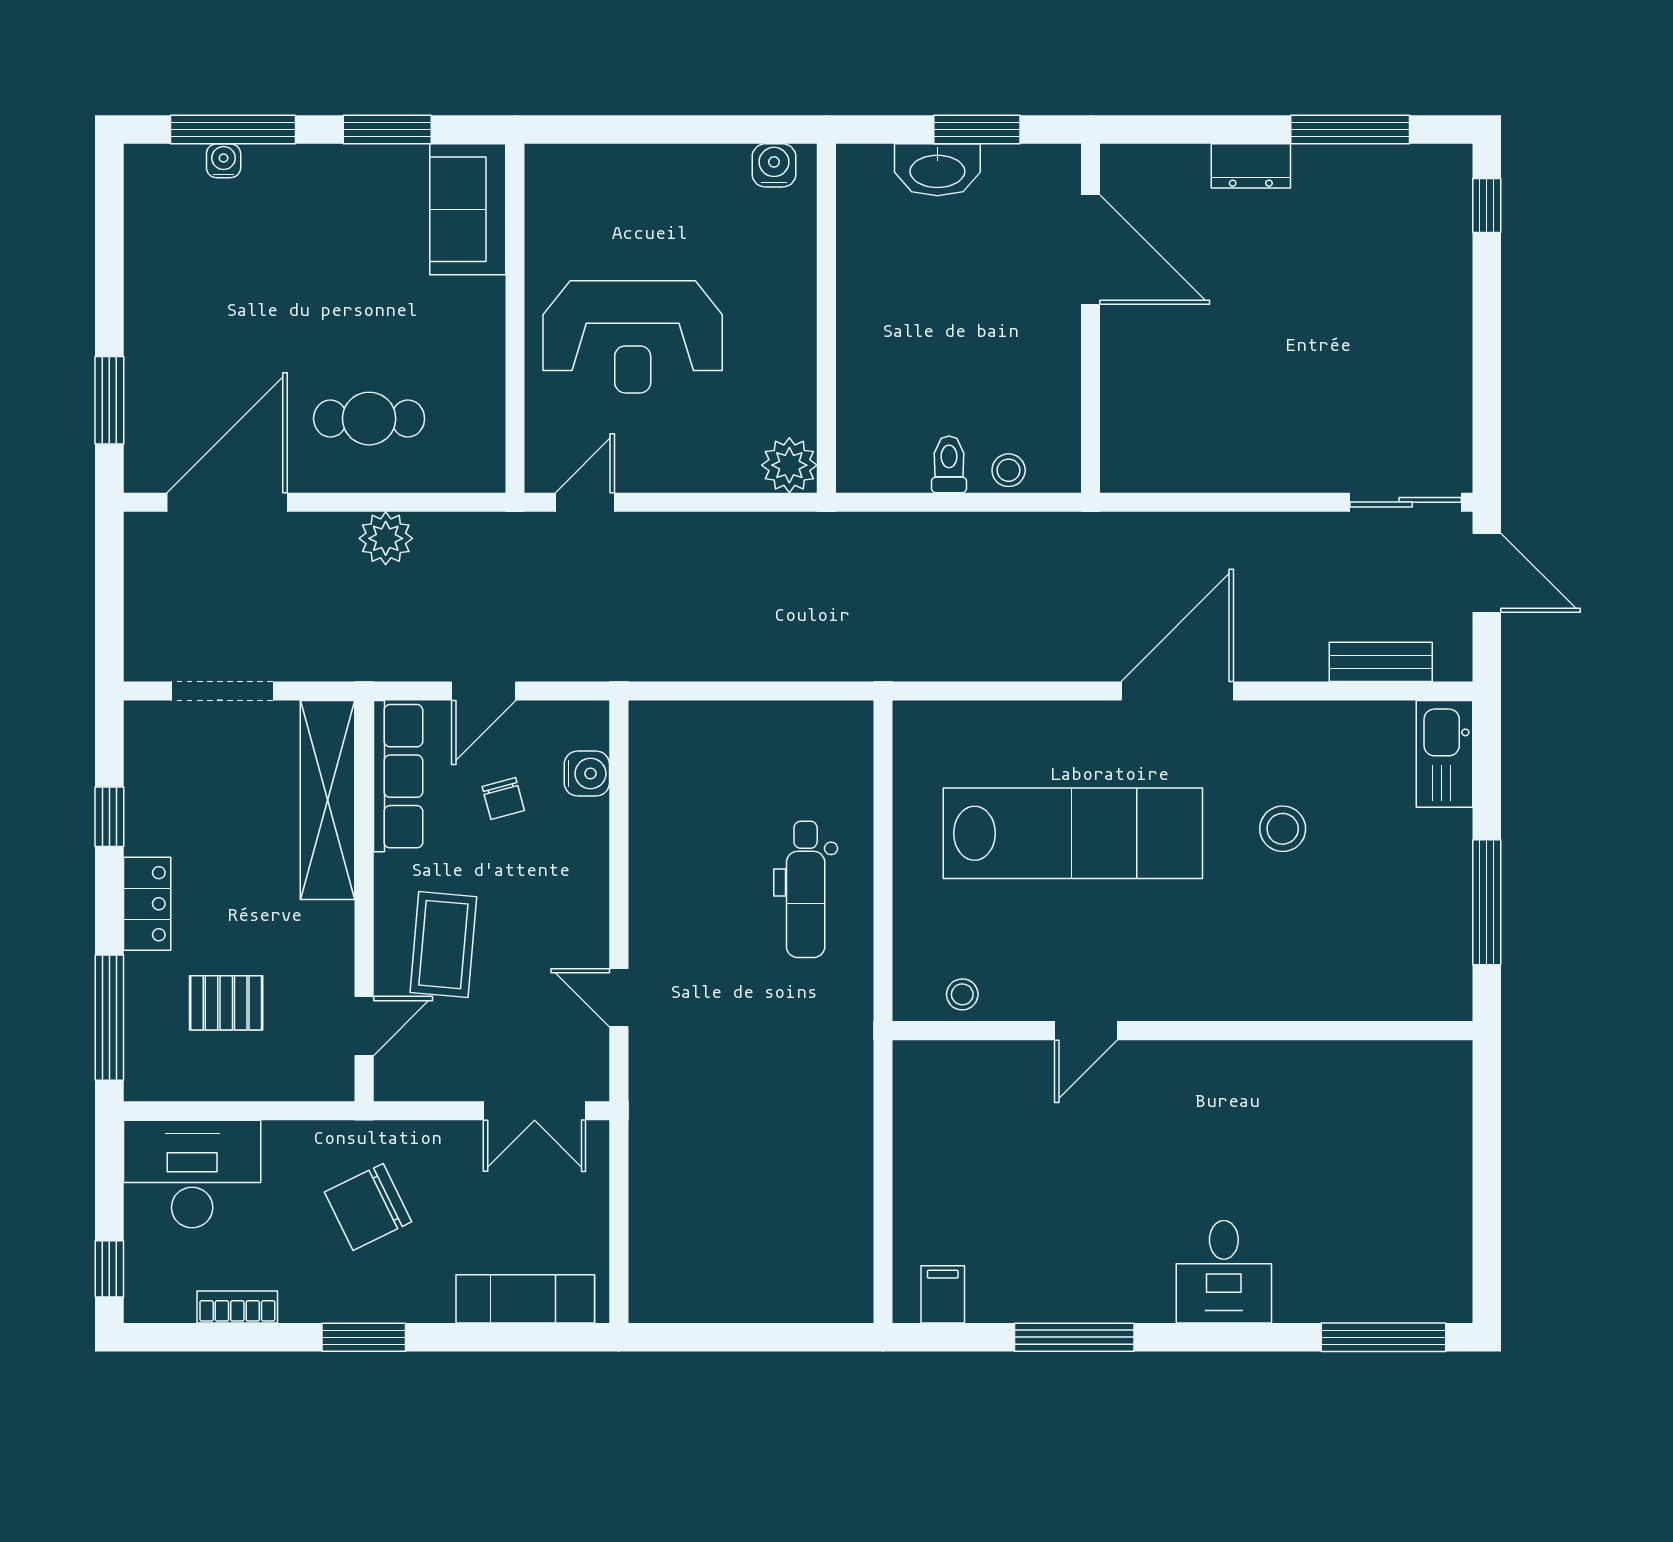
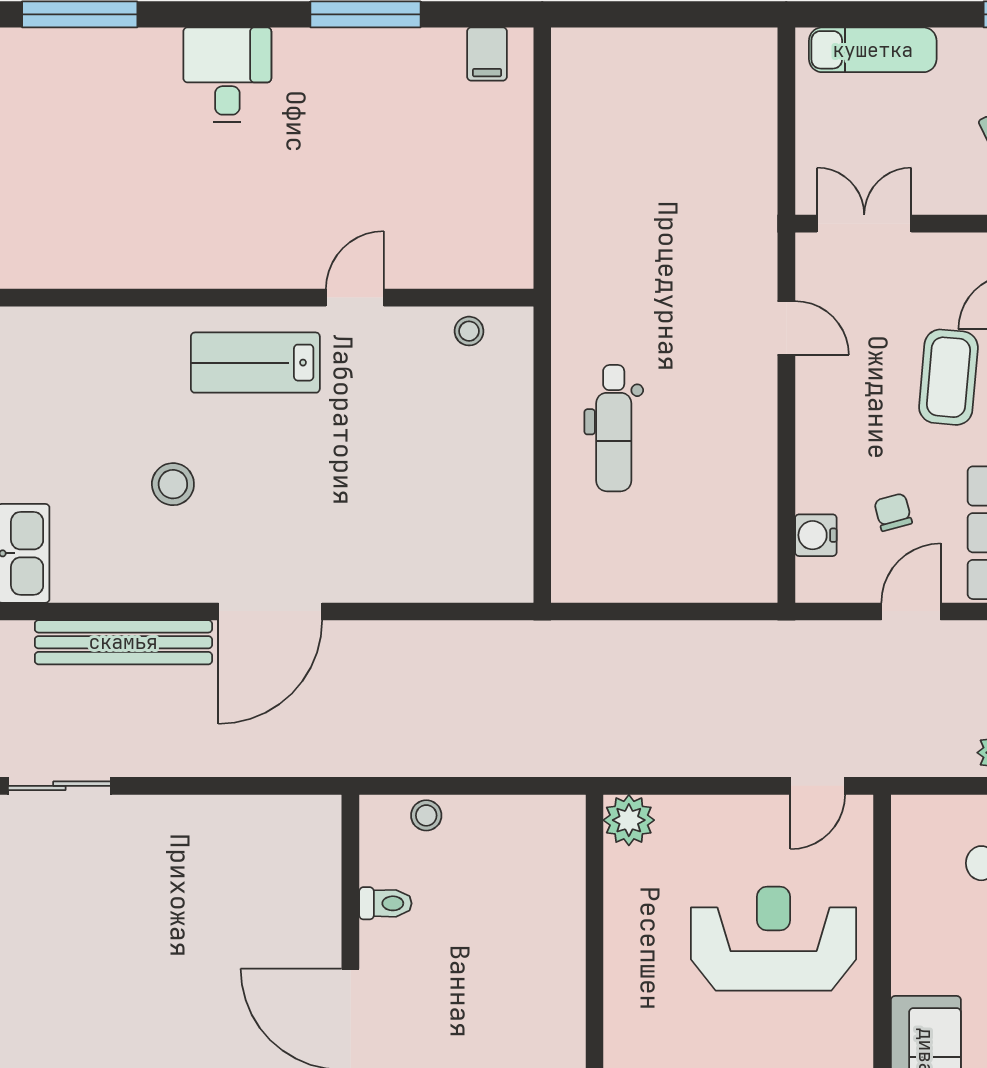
toilet: (949, 464) -> (385, 903), moved, turned -90
bench: (1381, 662) -> (123, 642), width x1.86, depth x1.21
lab bench: (1073, 833) -> (255, 363), moved, width x0.54, depth x0.72
dental chair: (806, 889) -> (614, 428), turned 180

